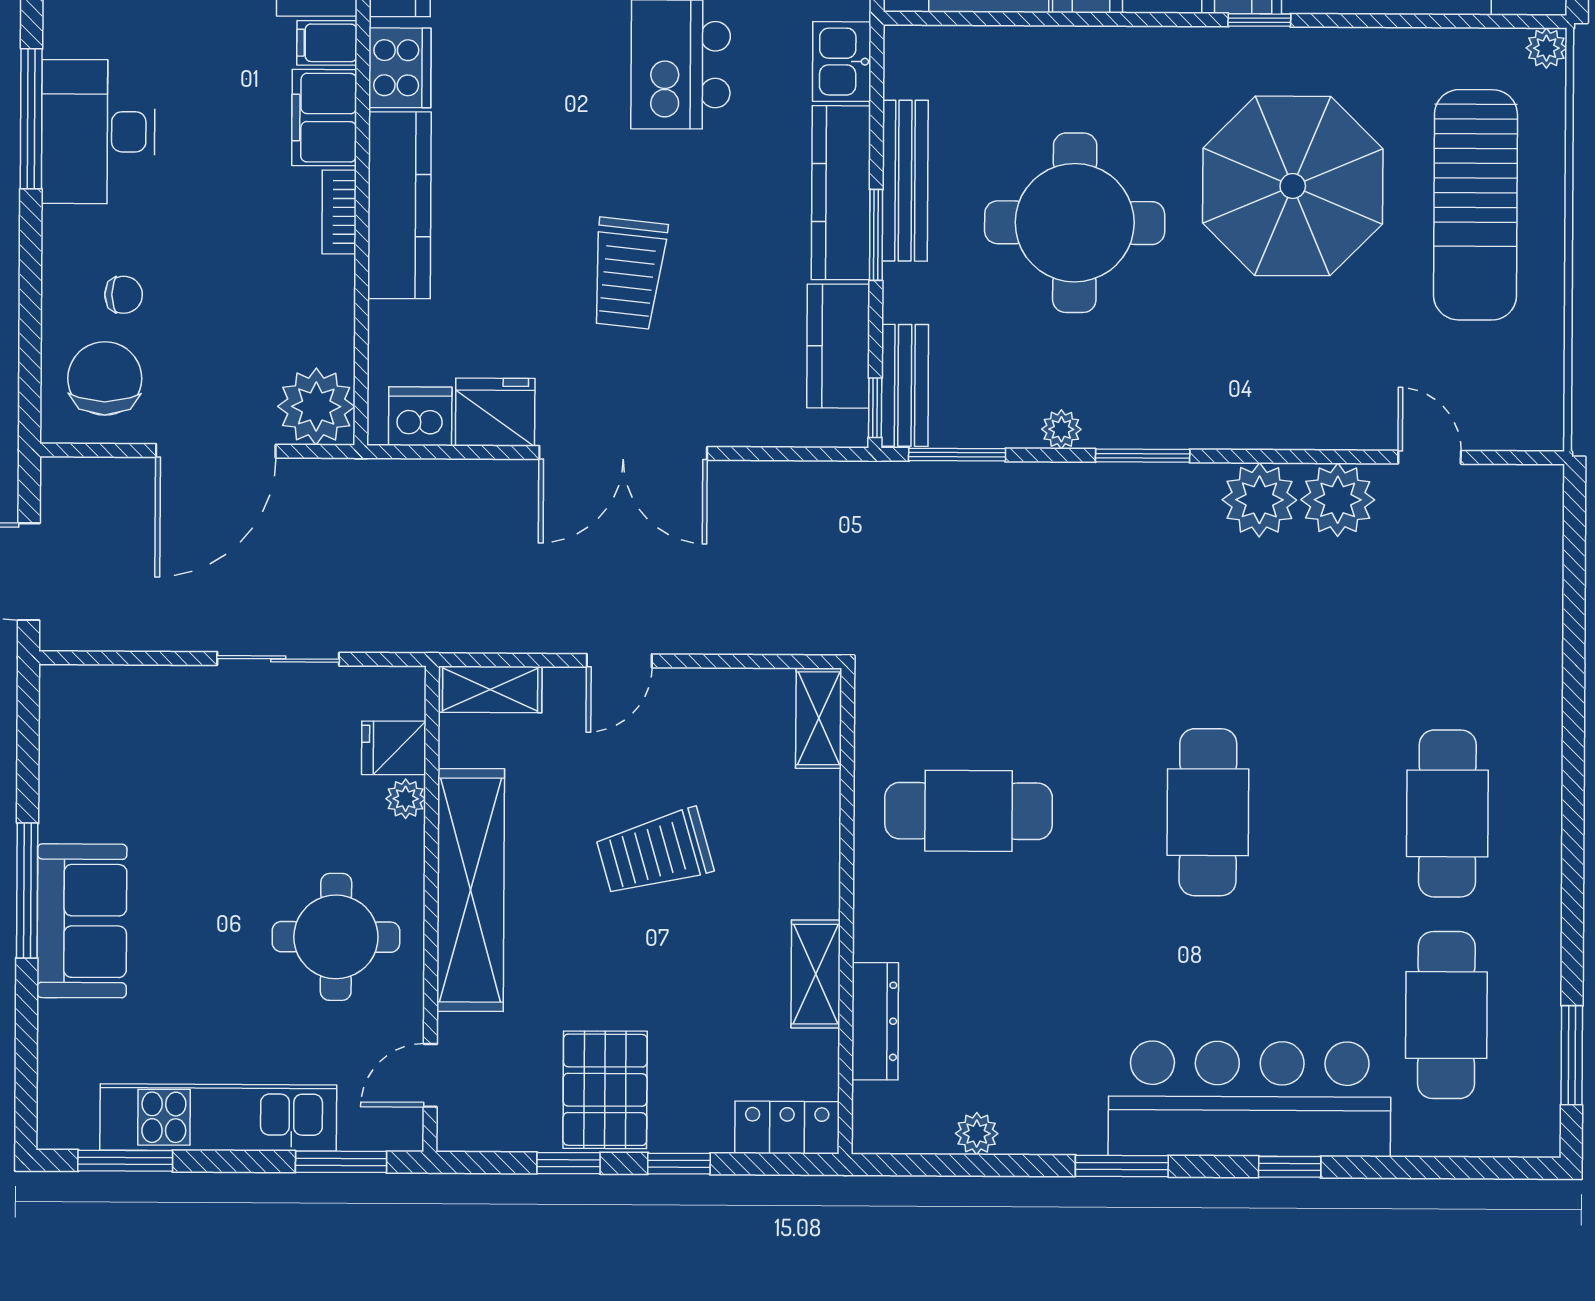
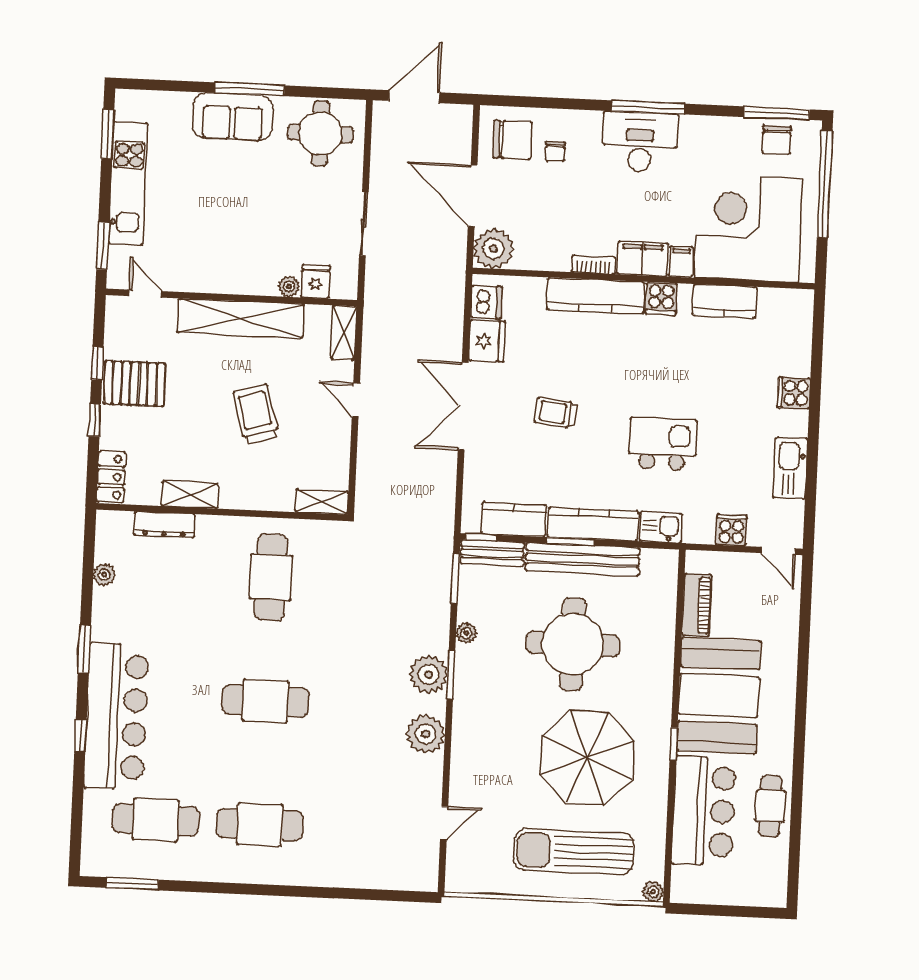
cooker: (400, 68) -> (661, 299), width x0.73
bench: (905, 181) -> (583, 559), width x1.37, depth x1.21
trolley: (628, 273) -> (556, 413), width x0.73, depth x0.72
plant: (1338, 500) -> (429, 674), moved
round table: (336, 937) -> (321, 133), moved

